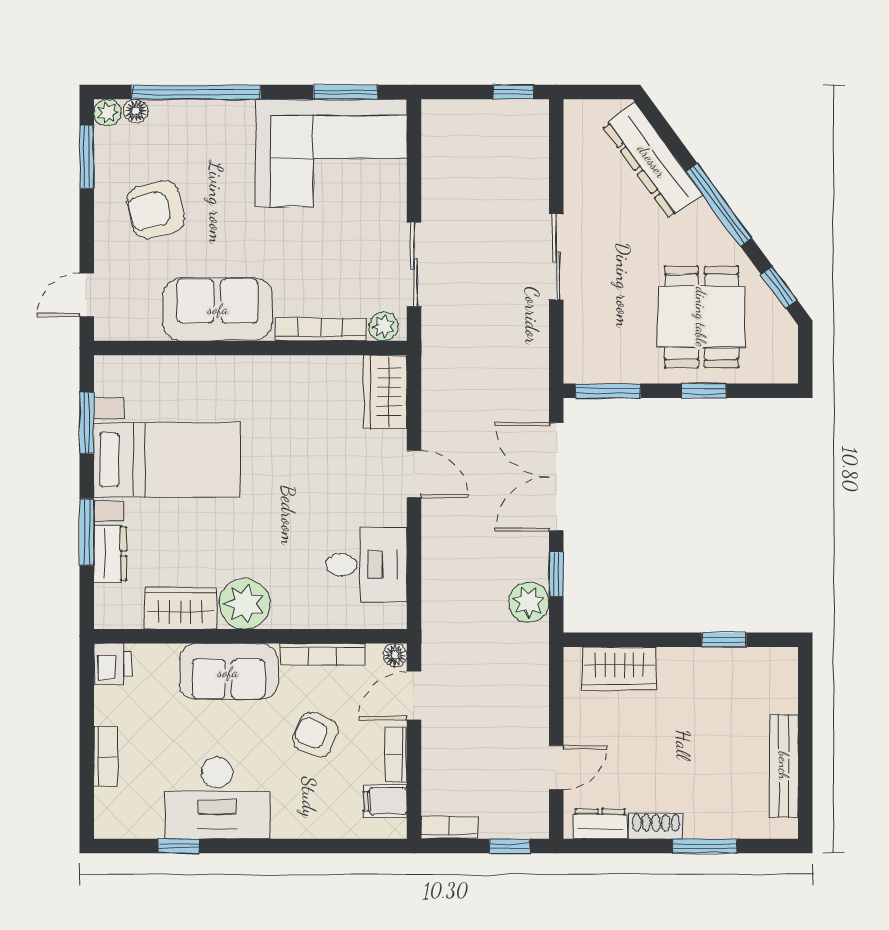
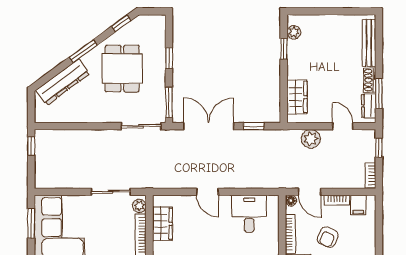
window: (719, 205) -> (83, 51), width x0.69
sliding door: (556, 257) -> (141, 126), moved
dining table: (701, 317) -> (122, 69), moved, turned 90
wardrobe: (385, 392) -> (162, 224), moved, turned -90
door: (414, 474) -> (207, 192), swing flipped
double door: (556, 477) -> (209, 126), swing flipped
plant: (529, 602) -> (311, 139), moved
plant: (760, 662) -> (294, 32), added
bench: (784, 766) -> (369, 43), moved, turned 90
window: (705, 846) -> (379, 94), moved

